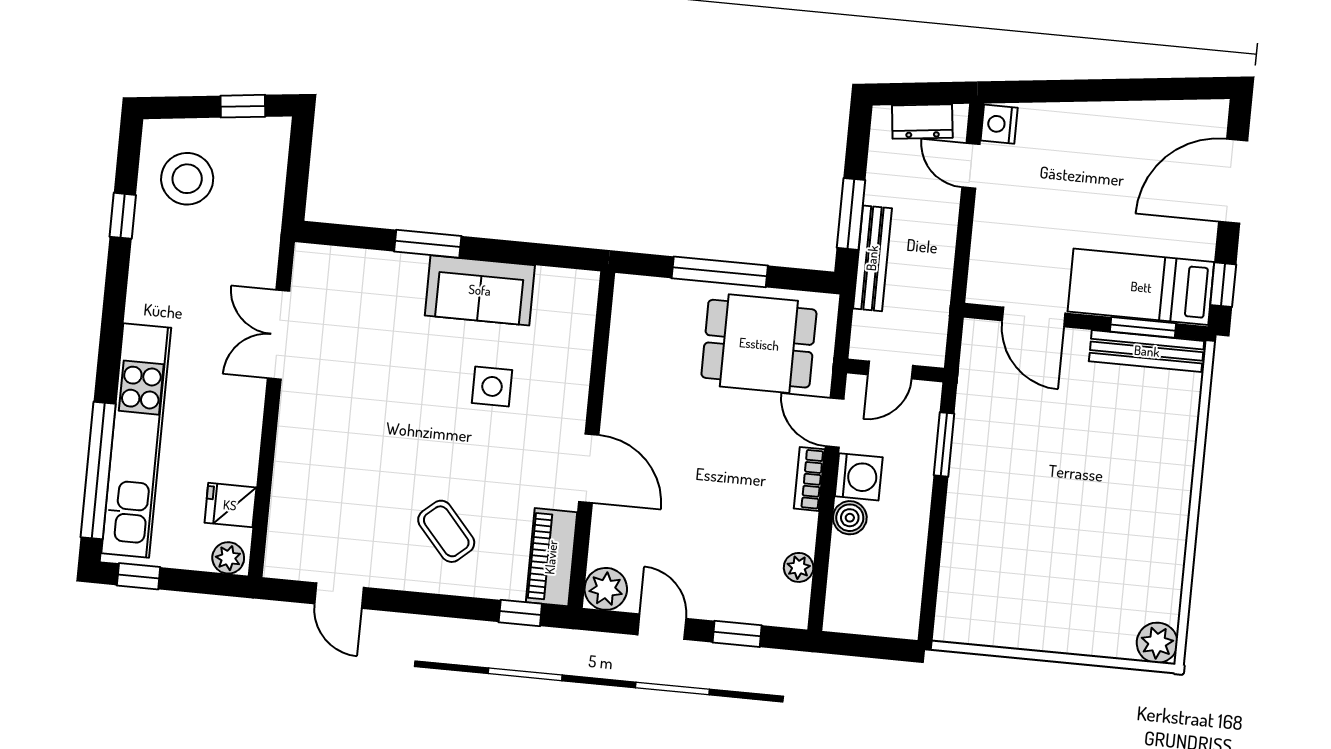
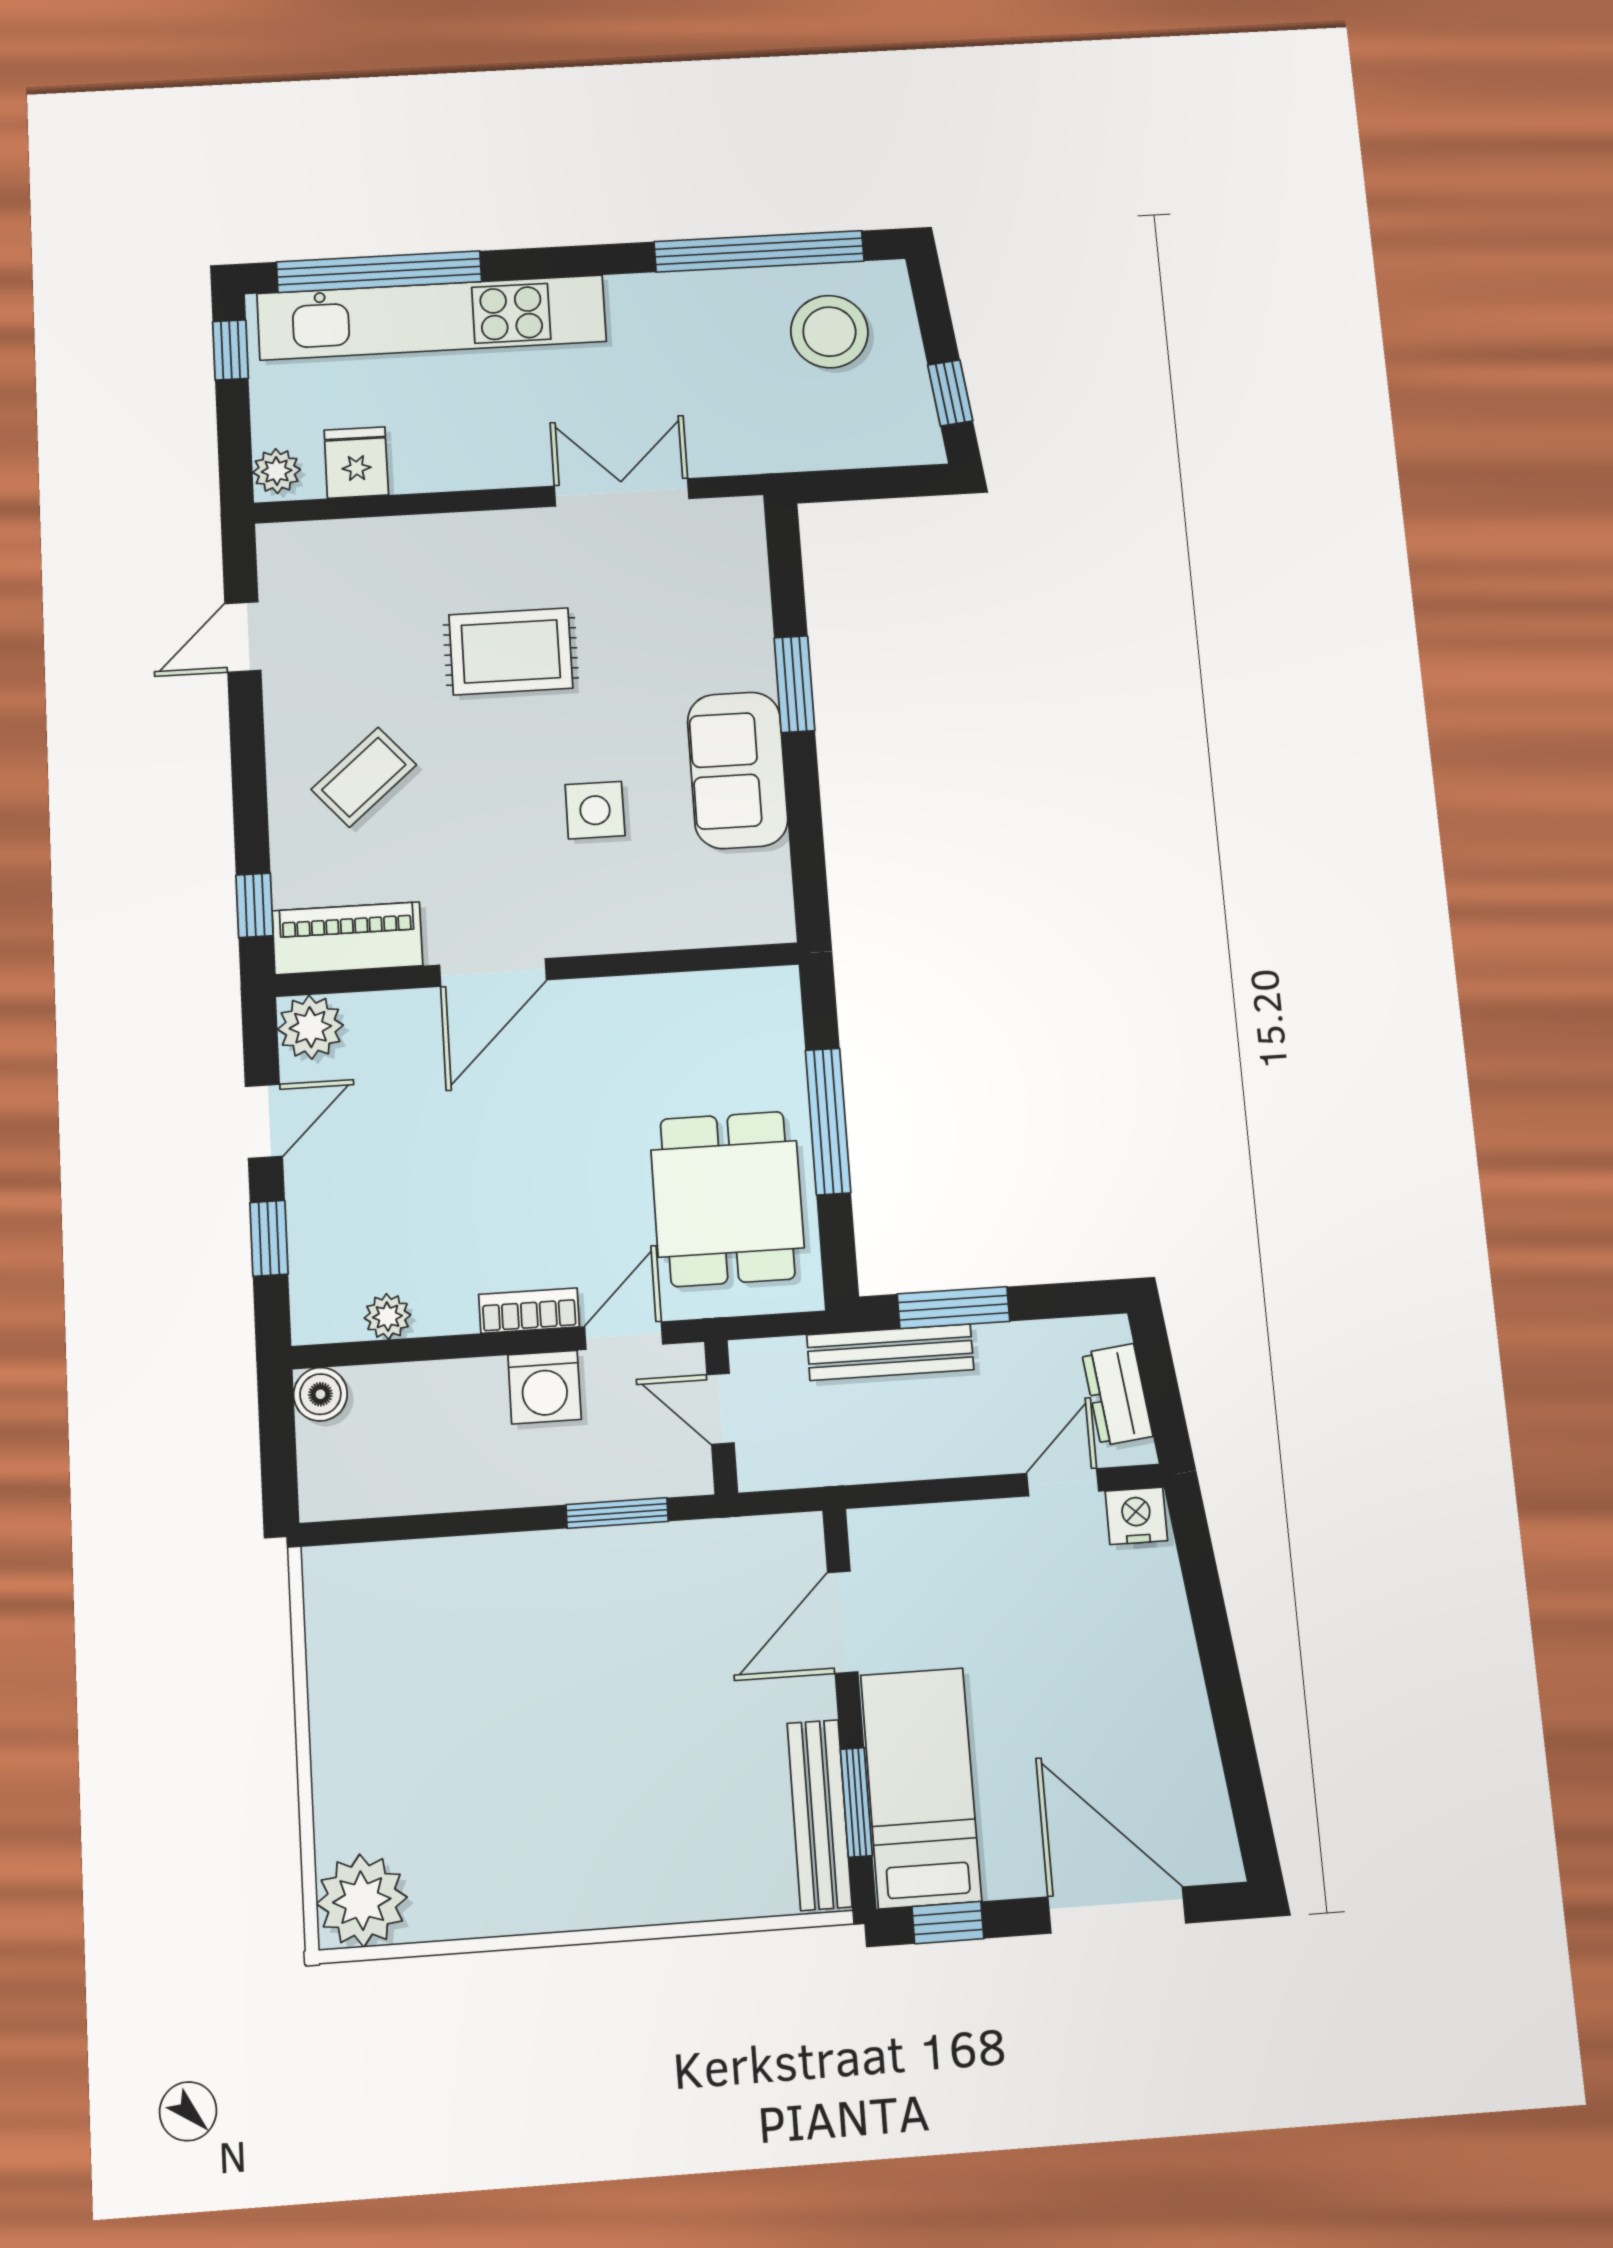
window: (123, 216) -> (759, 251), width x3.17
rug: (376, 424) -> (511, 651), added
boiler: (850, 518) -> (320, 1394), moved
plant: (1157, 643) -> (362, 1901), width x1.36, depth x1.36

